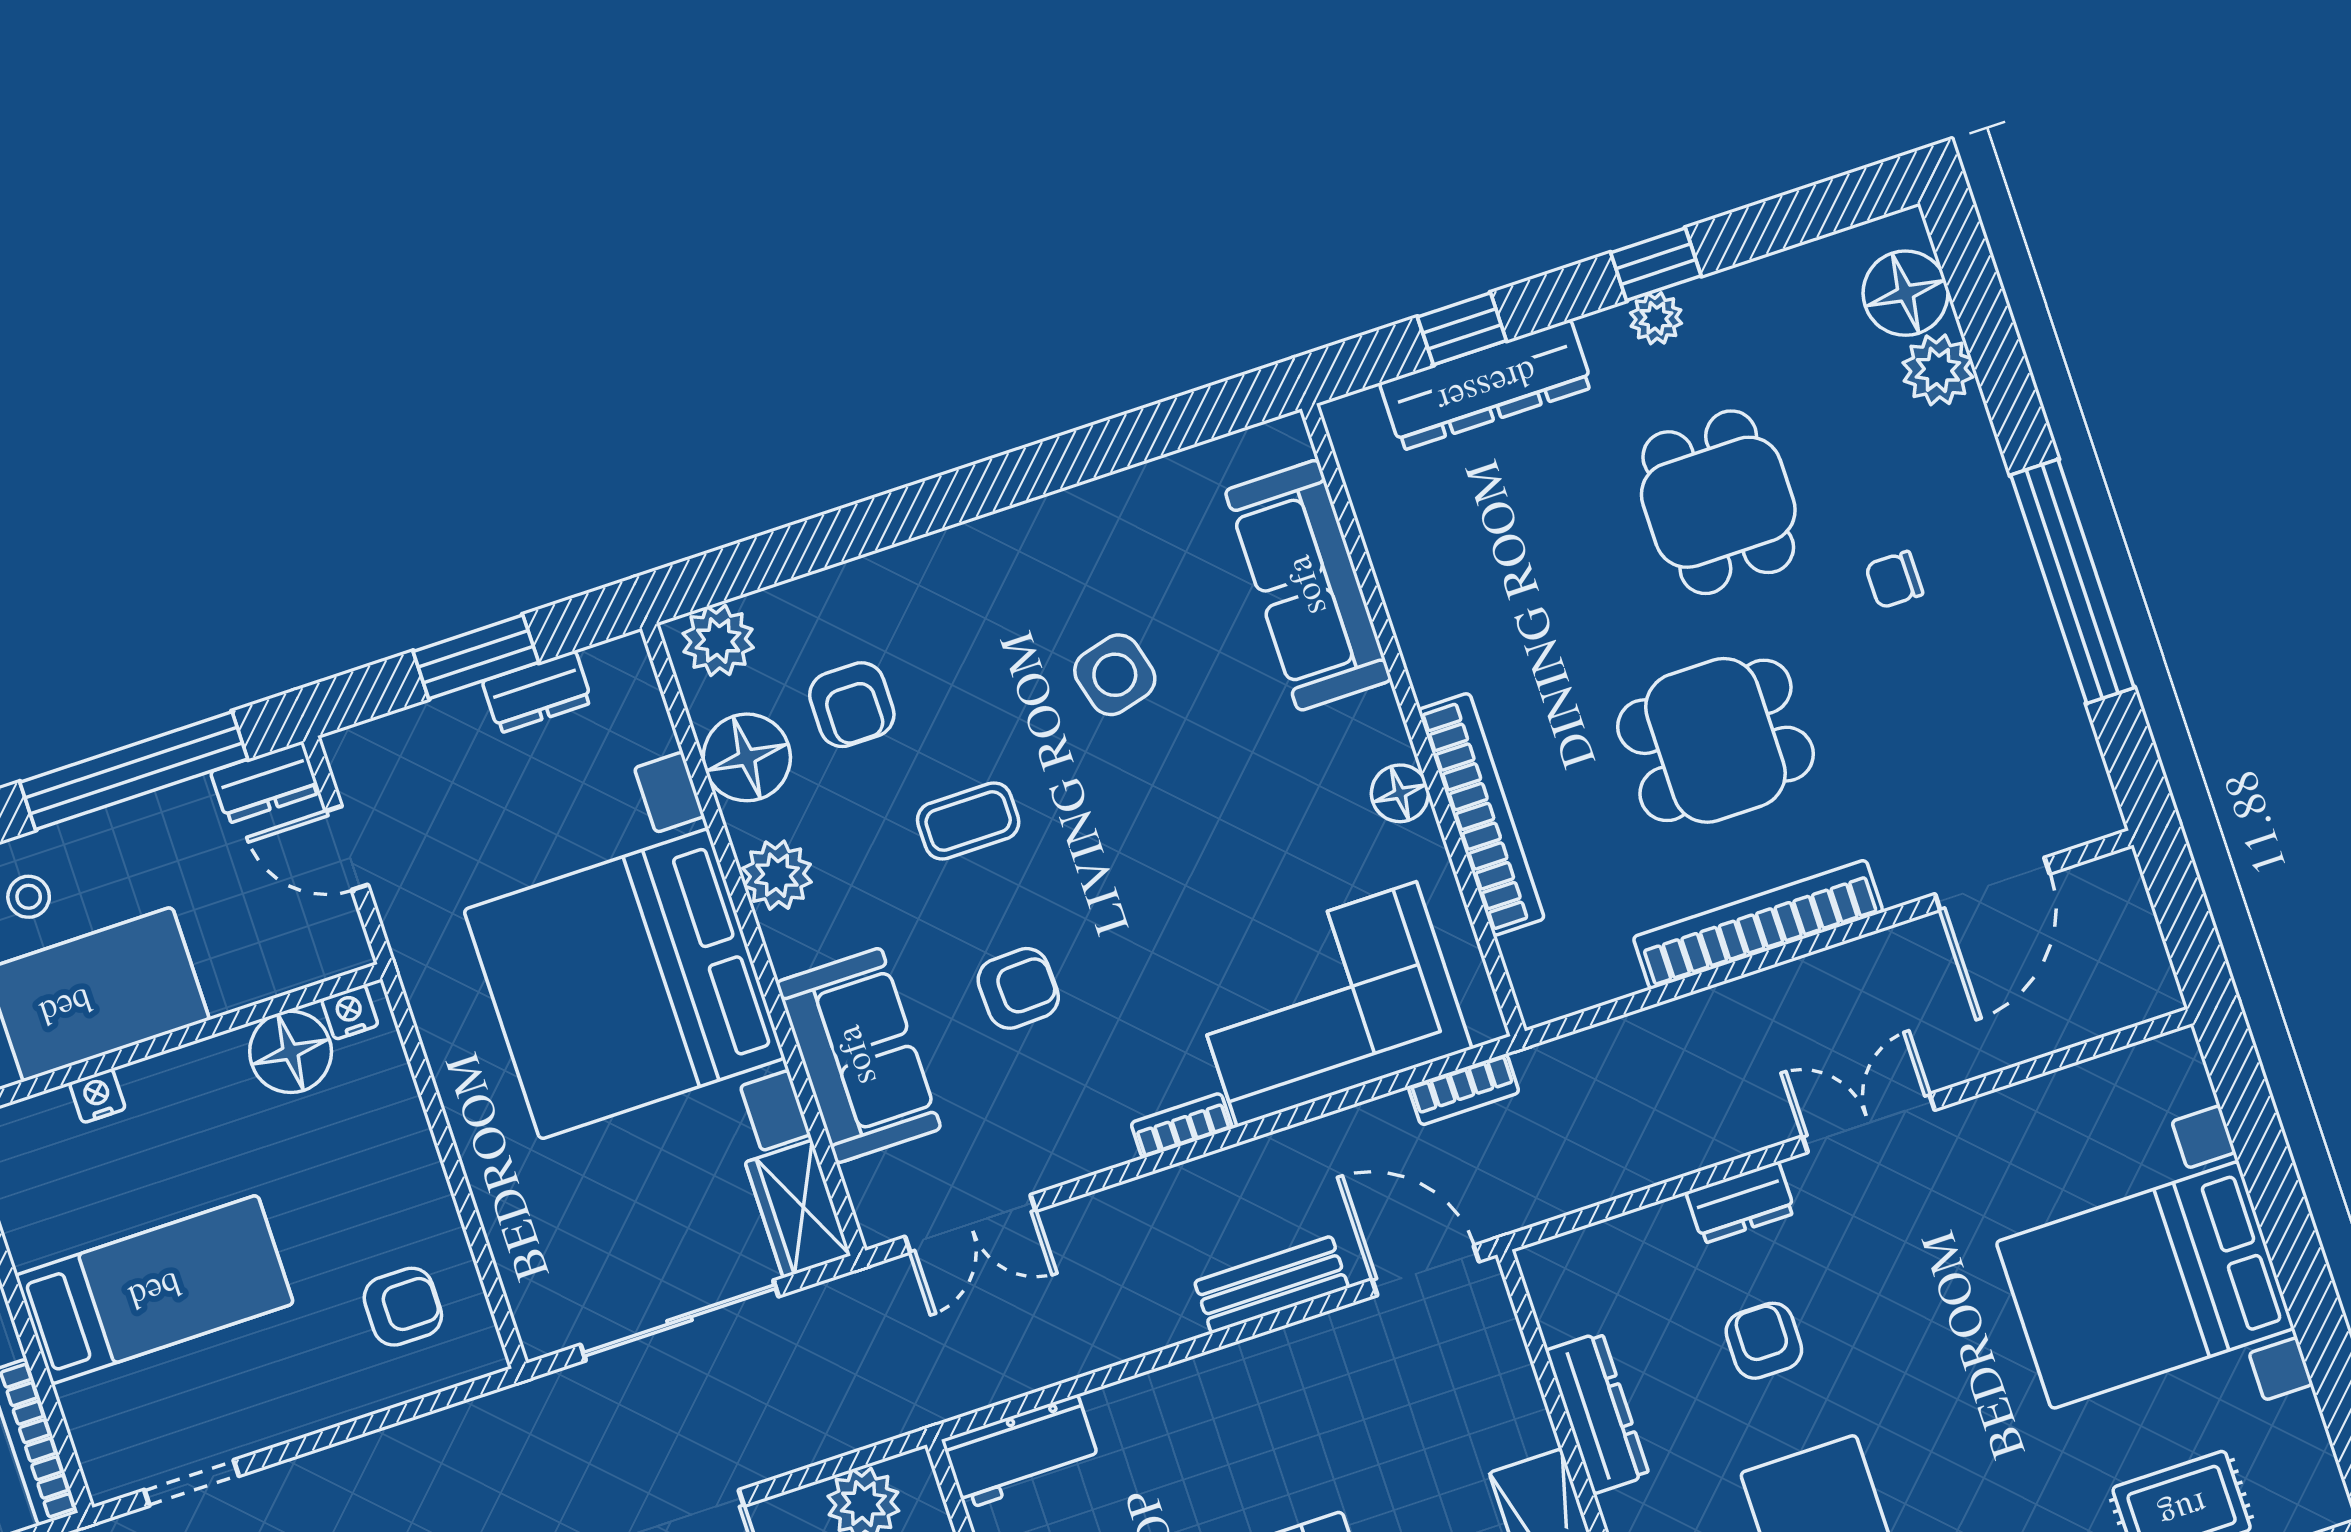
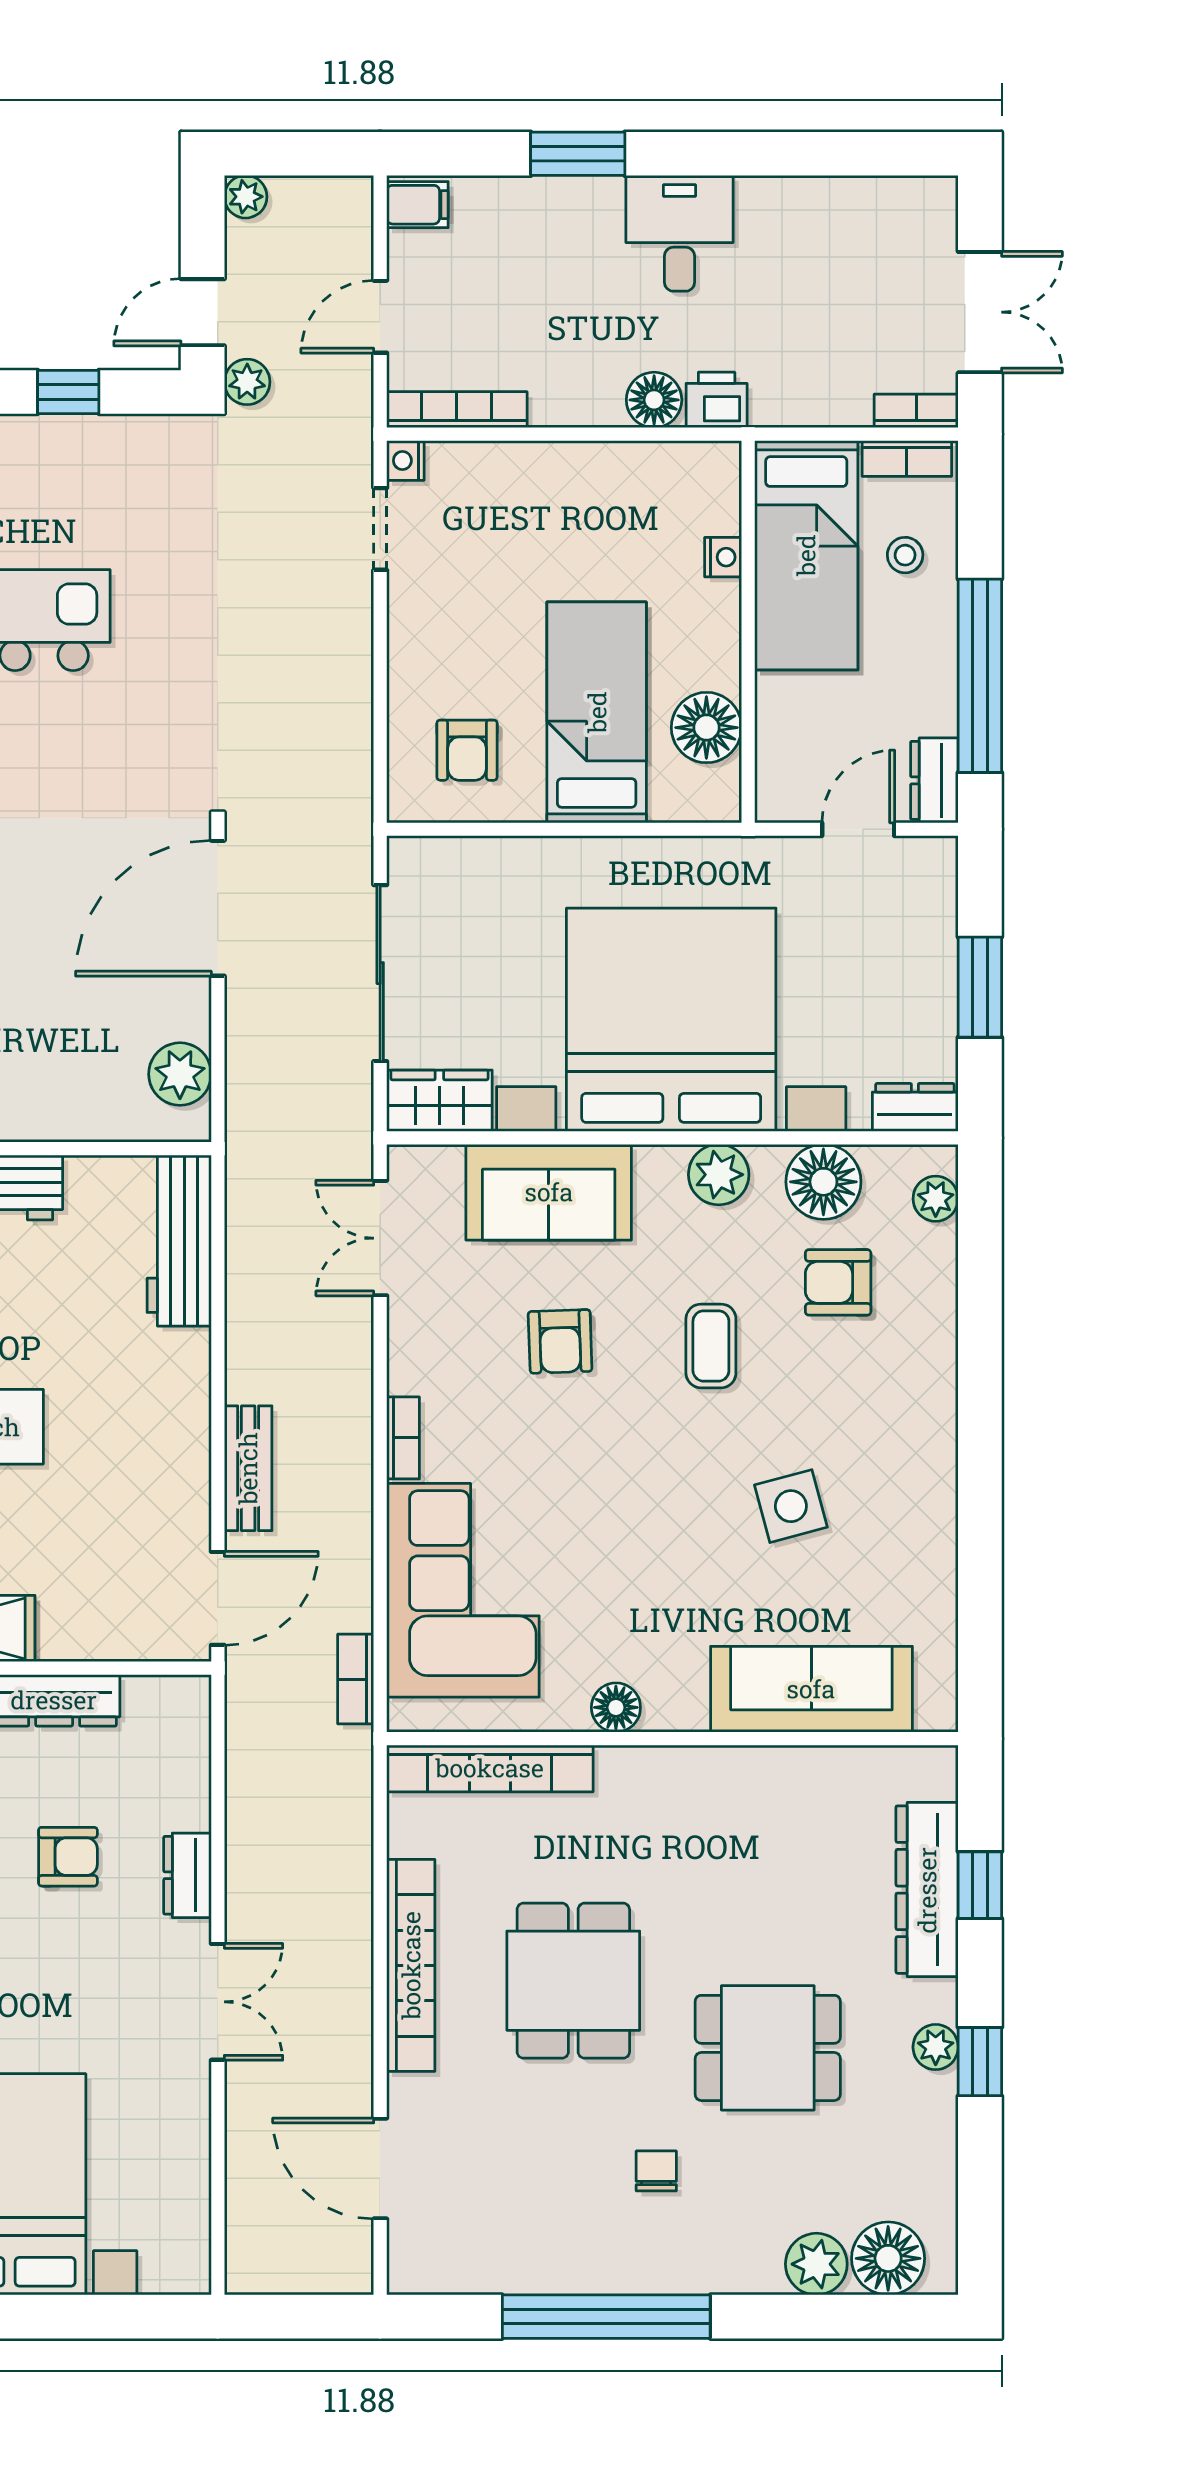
plant: (718, 641) -> (936, 1199), width x0.73, depth x0.73
dresser: (537, 692) -> (915, 1107), moved, turned 90
bookcase: (1481, 814) -> (490, 1768), moved
nightstand: (350, 1012) -> (405, 461), moved, turned 180
bed: (154, 1289) -> (597, 712), moved, turned 180
workbench: (1021, 1452) -> (179, 1241), width x1.38

